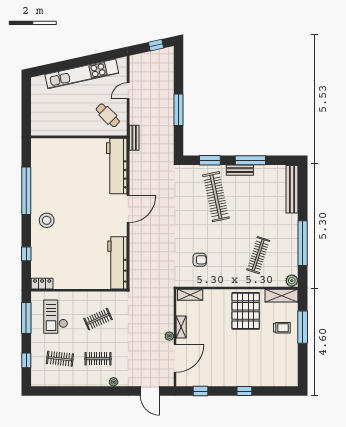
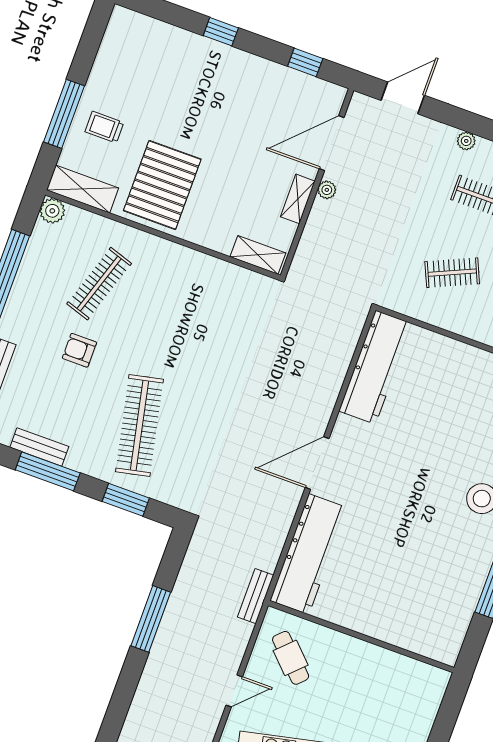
bench: (240, 170) -> (39, 447), moved
armchair: (200, 260) -> (79, 350), moved
door: (150, 391) -> (403, 98), hinge flipped

